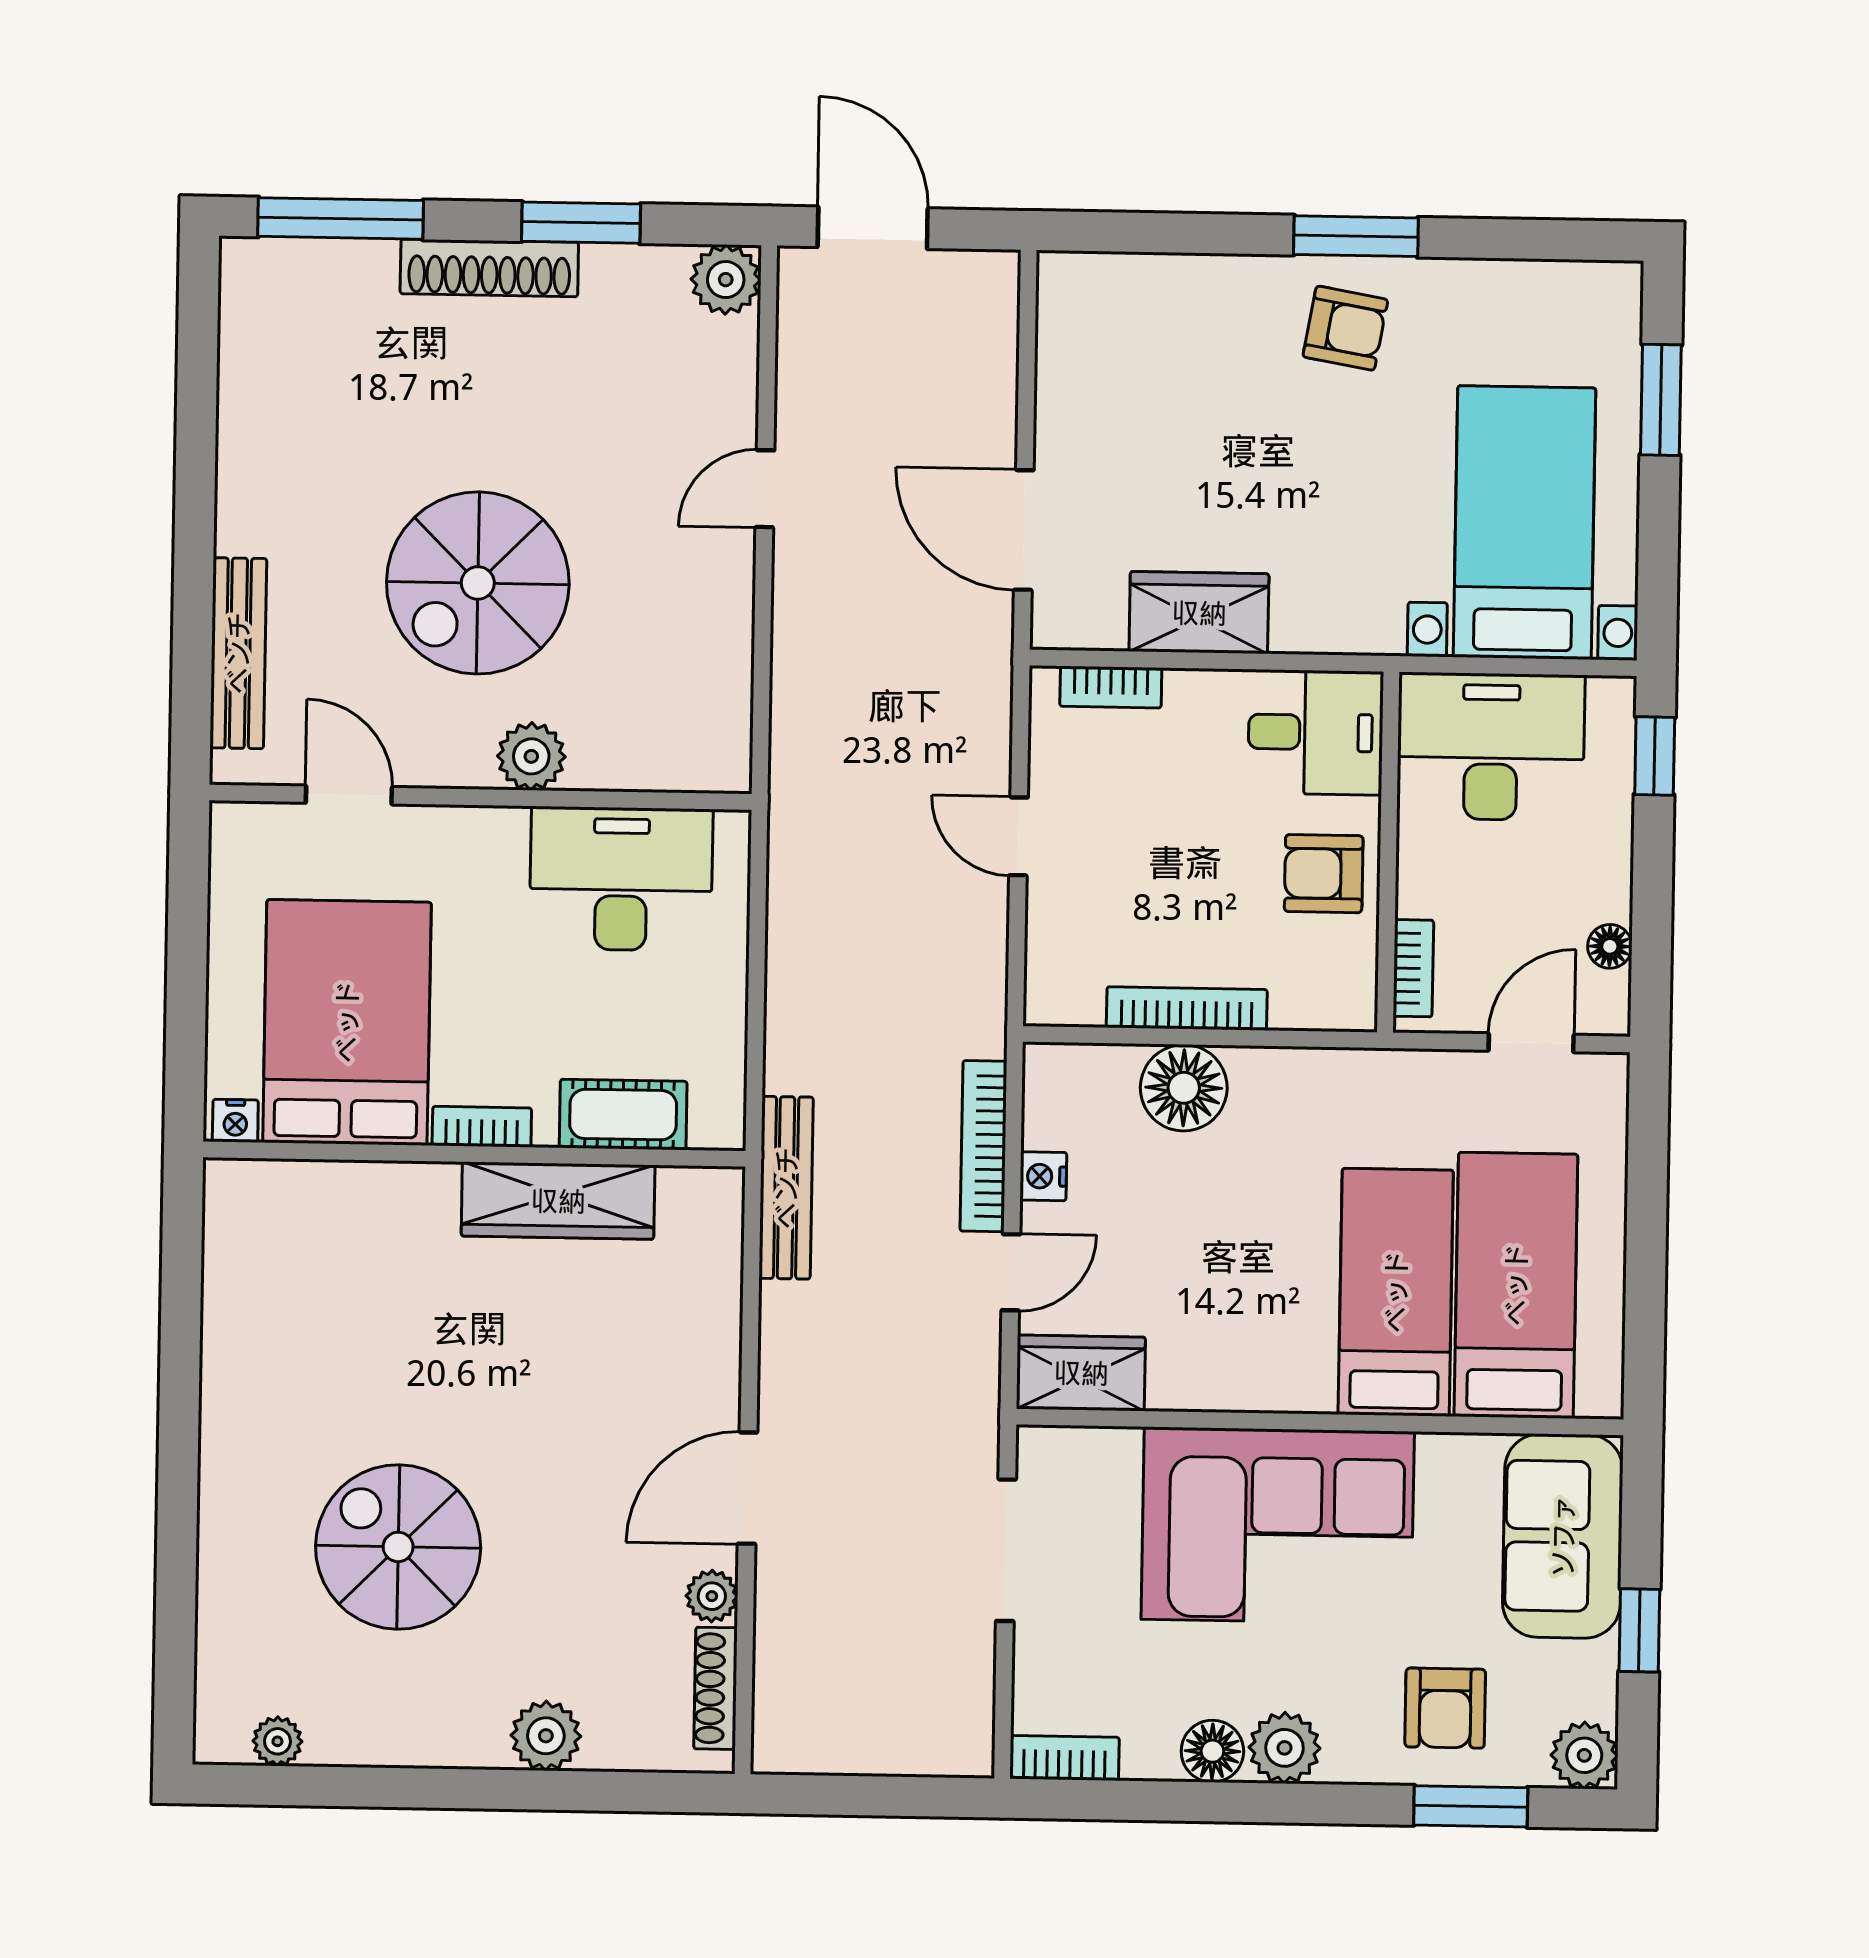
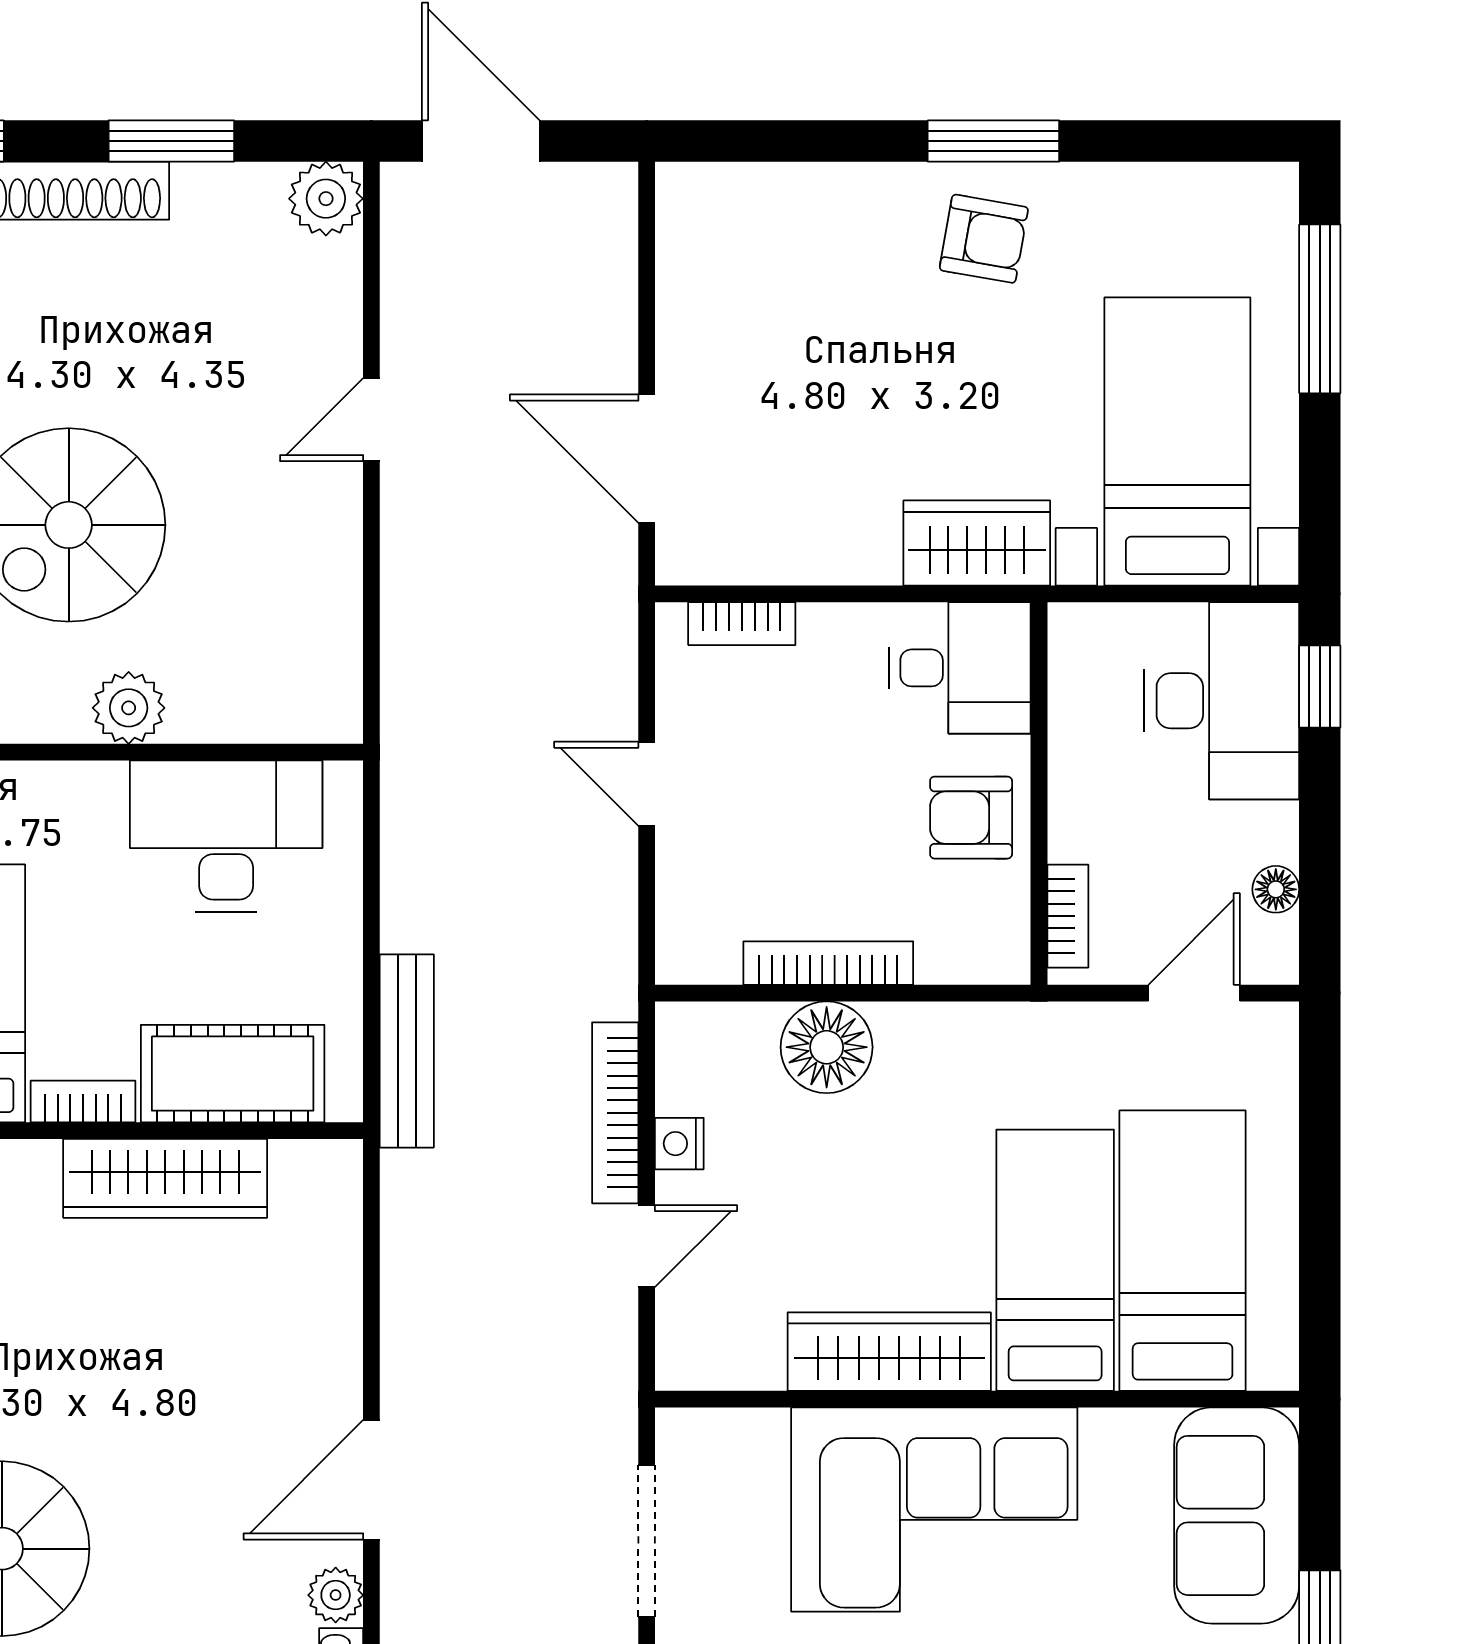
window: (1661, 400) -> (1320, 309), width x1.44
wardrobe: (1199, 613) -> (977, 543), moved
desk: (1491, 747) -> (1222, 701), moved, turned 90
cot: (623, 1115) -> (233, 1074), width x1.37, depth x1.34
bench: (786, 1188) -> (407, 1051), moved
wardrobe: (1081, 1373) -> (889, 1352), moved, width x1.50

